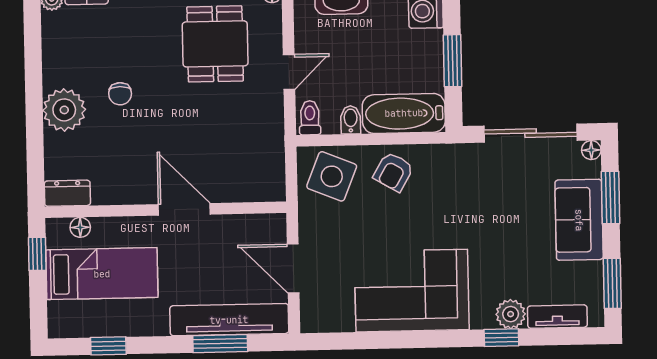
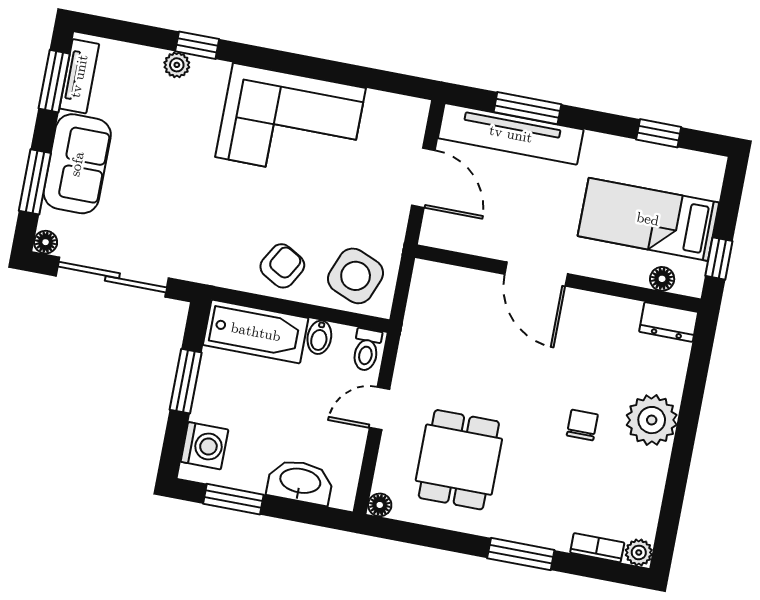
plant: (511, 314) -> (177, 65), width x0.73, depth x0.73
tv unit: (557, 317) -> (79, 76), moved, turned -90

